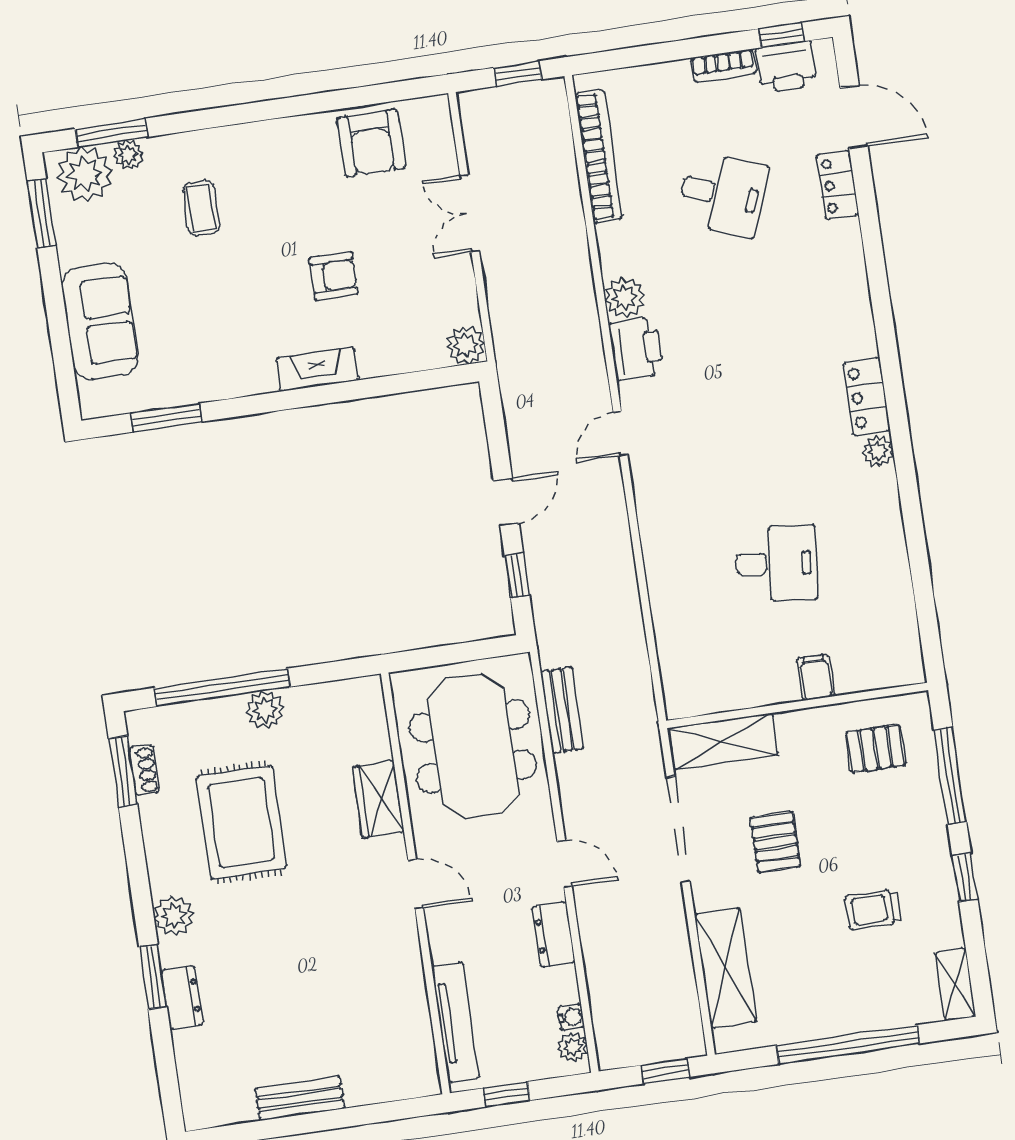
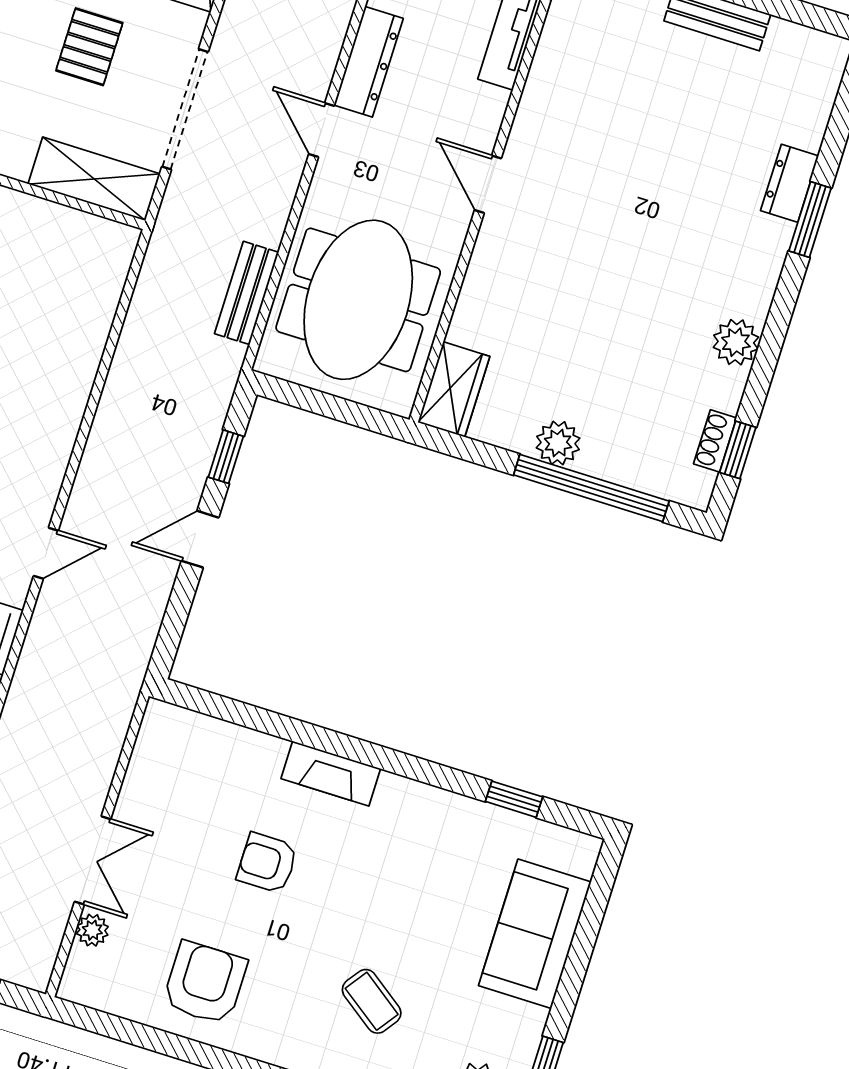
armchair: (371, 143) -> (205, 983), moved
coffee table: (201, 208) -> (372, 1001), turned -54
plant: (466, 345) -> (92, 930), moved, width x0.73, depth x0.73
window: (166, 418) -> (514, 799), width x0.67
window: (123, 771) -> (738, 450), width x0.67
wardrobe: (378, 799) -> (454, 389), moved
rug: (241, 822) -> (639, 337), removed
plant: (174, 916) -> (736, 342), moved
dresser: (554, 934) -> (369, 62), width x1.44

